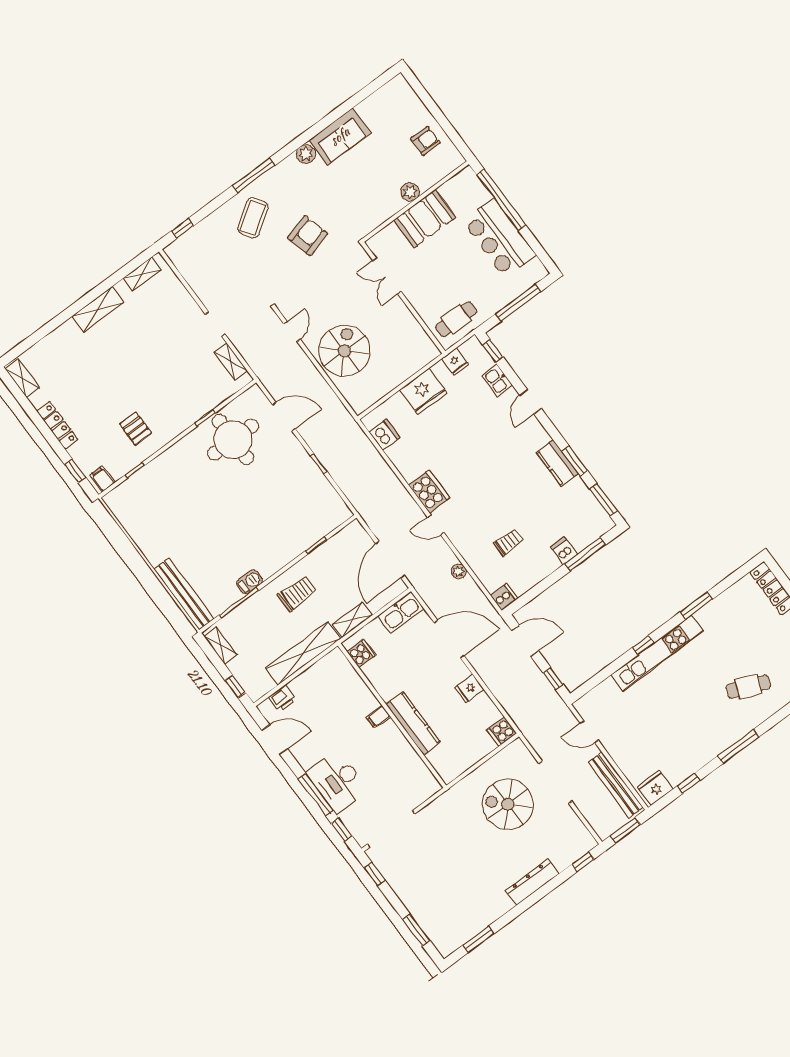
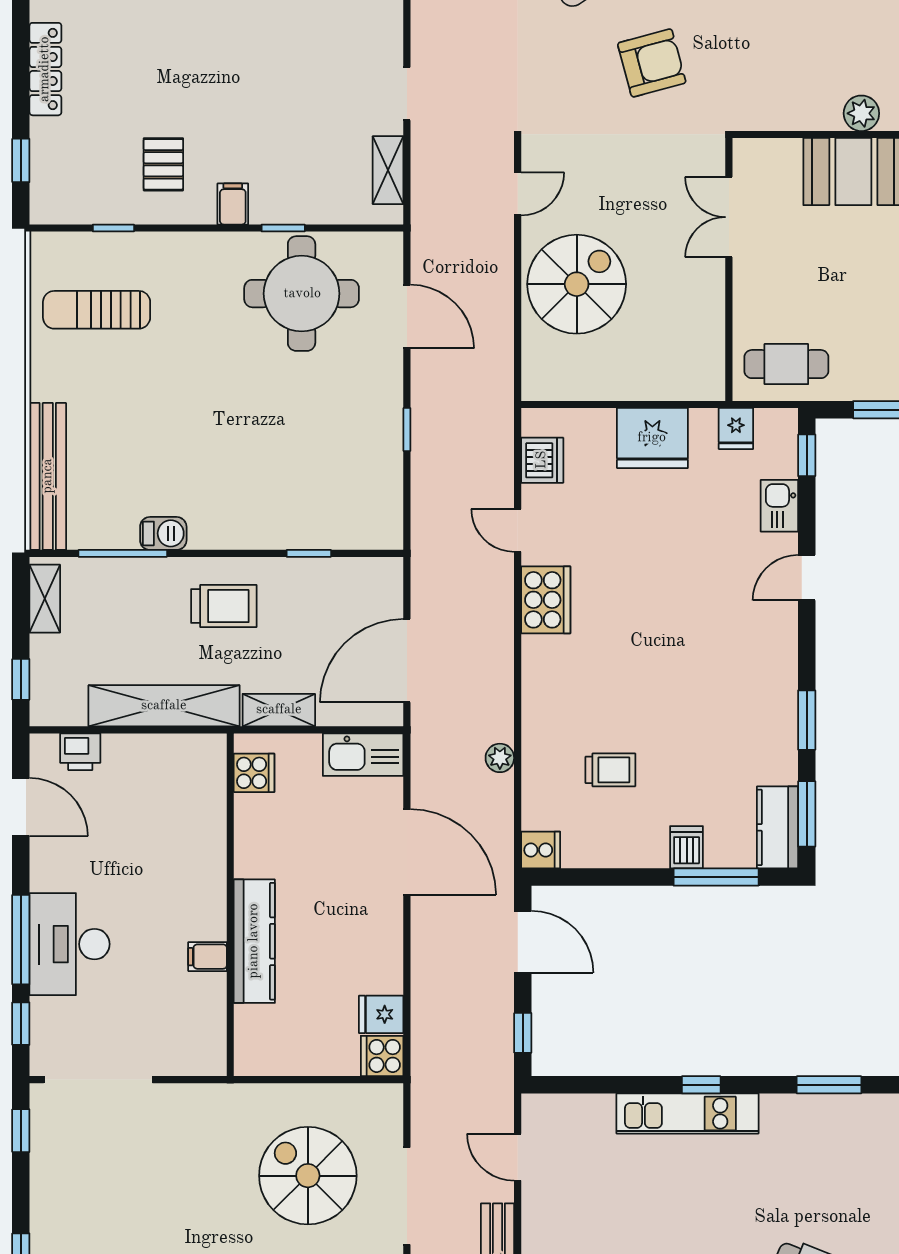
kitchen counter: (557, 463) -> (778, 827), moved
filing cabinet: (102, 479) -> (233, 204), moved
sun lounger: (153, 510) -> (97, 310), added
door: (436, 525) -> (518, 530), moved
kitchen unit: (657, 653) -> (688, 1113), width x0.73
fridge: (469, 689) -> (381, 1014), moved
filing cabinet: (378, 717) -> (207, 957), moved

